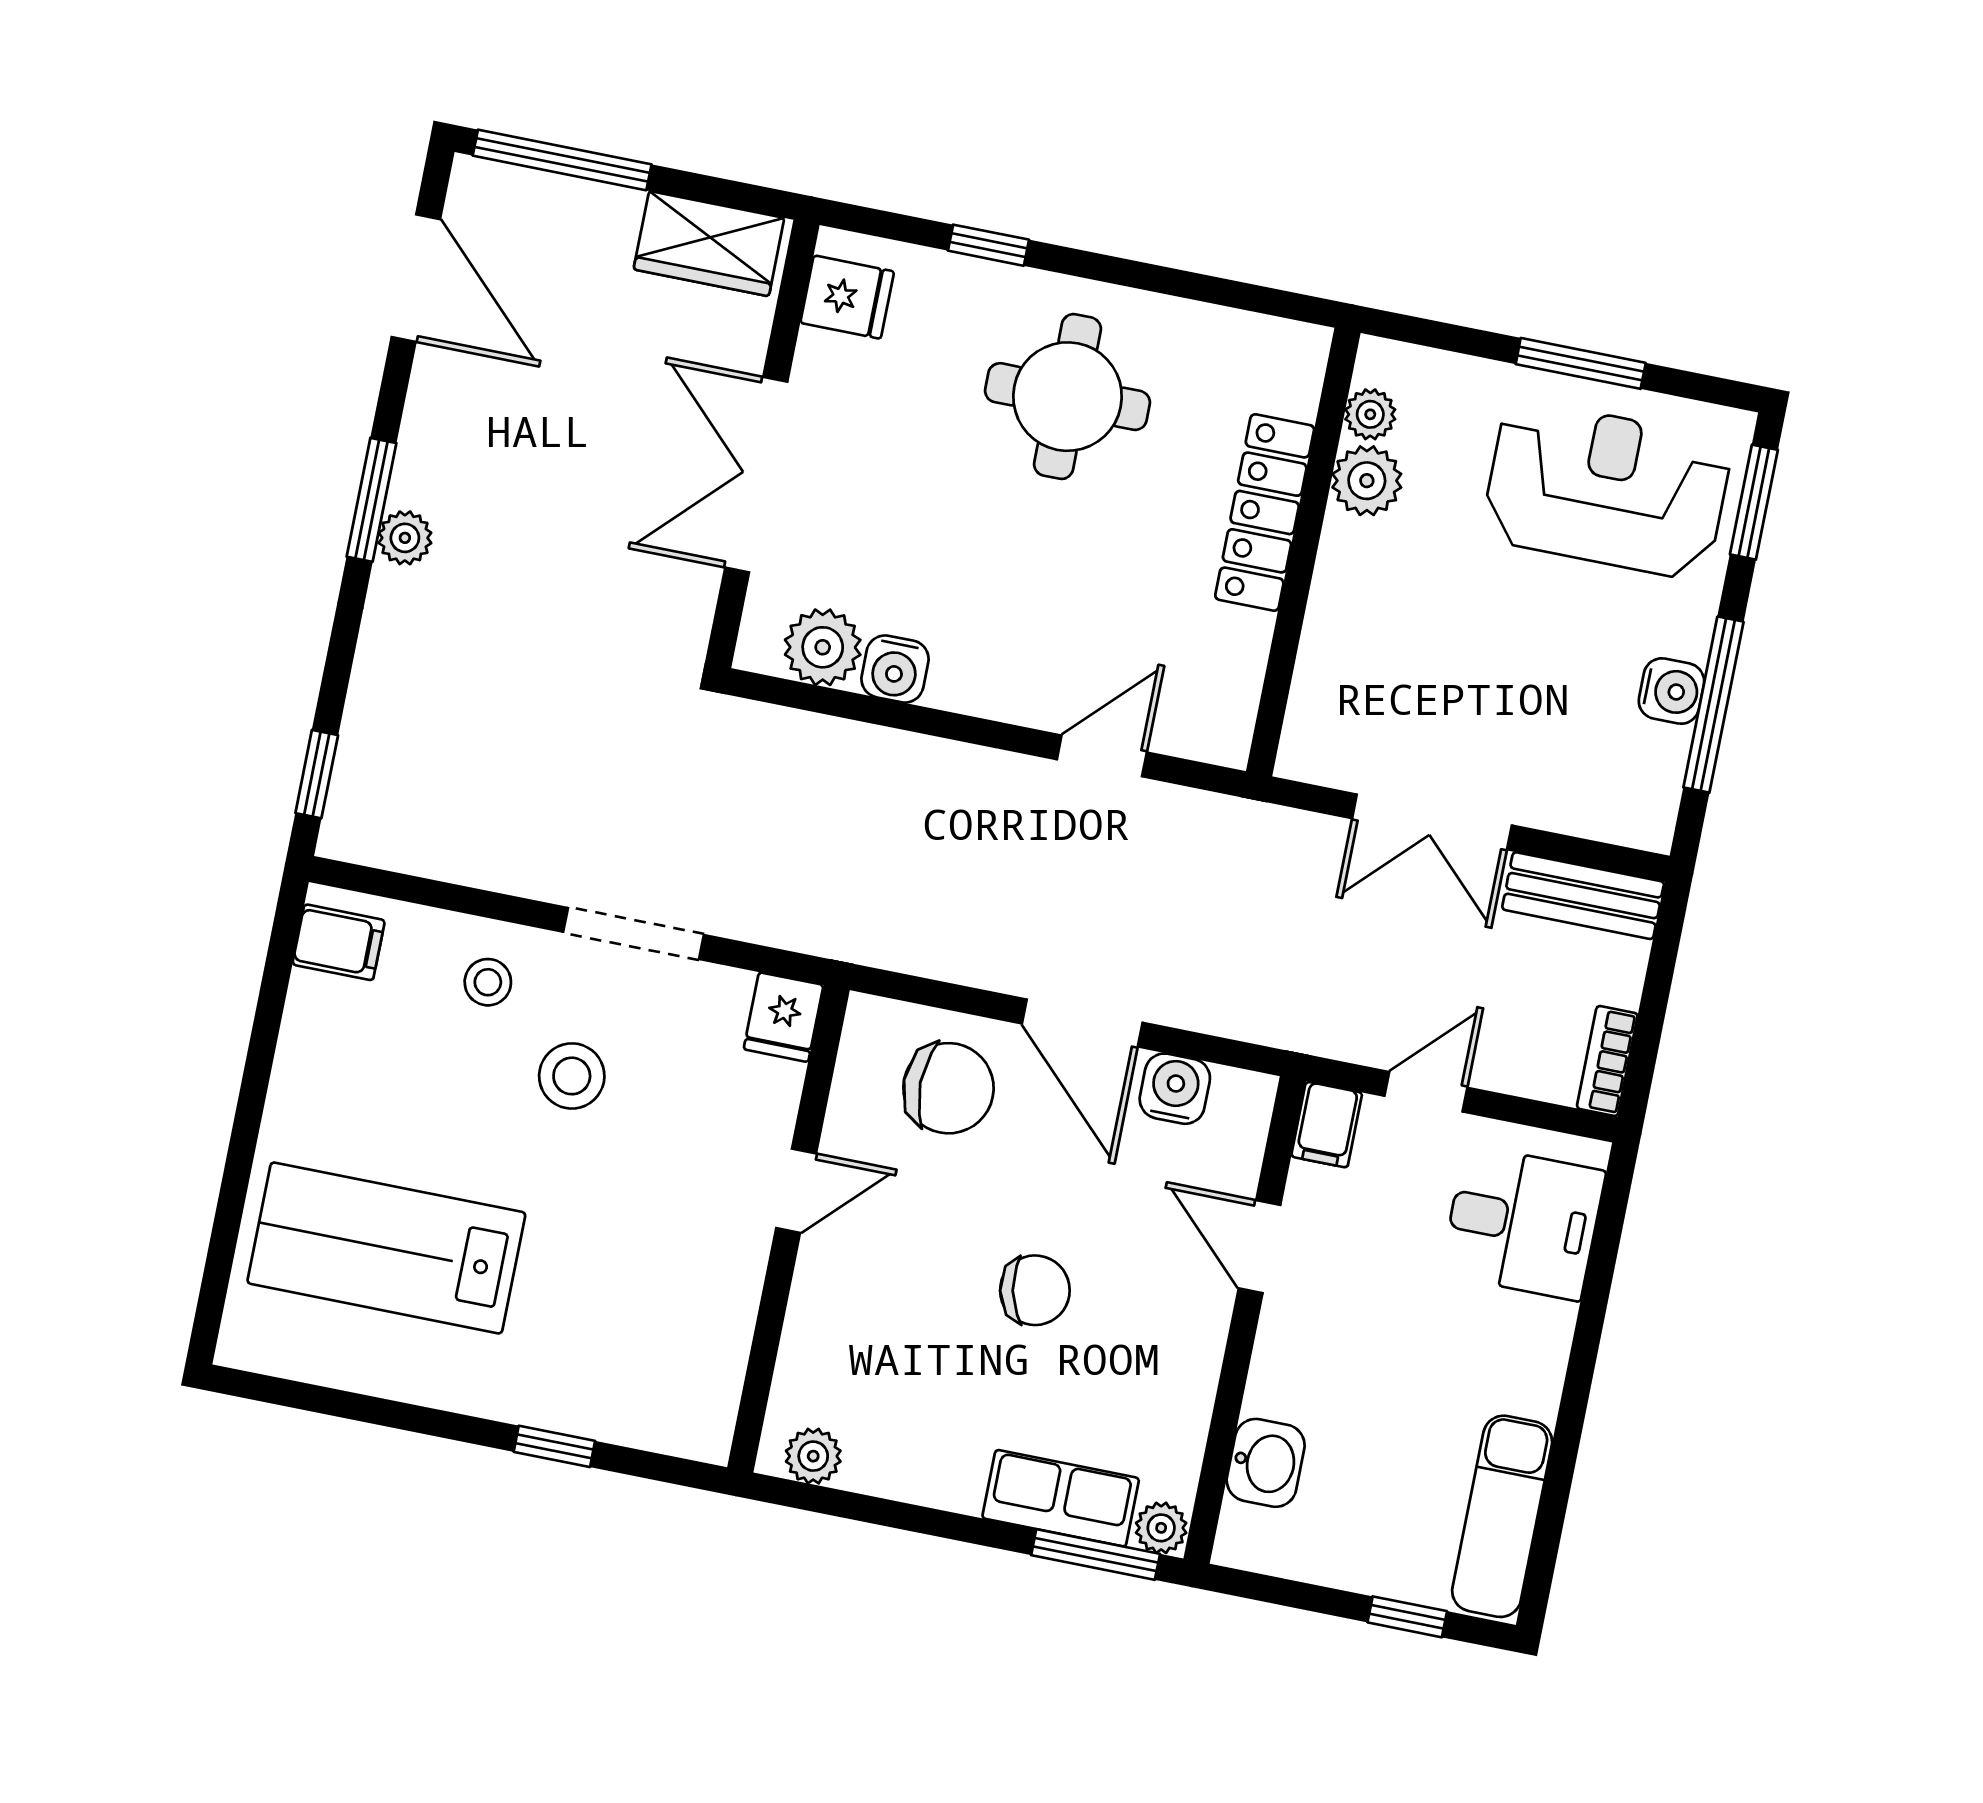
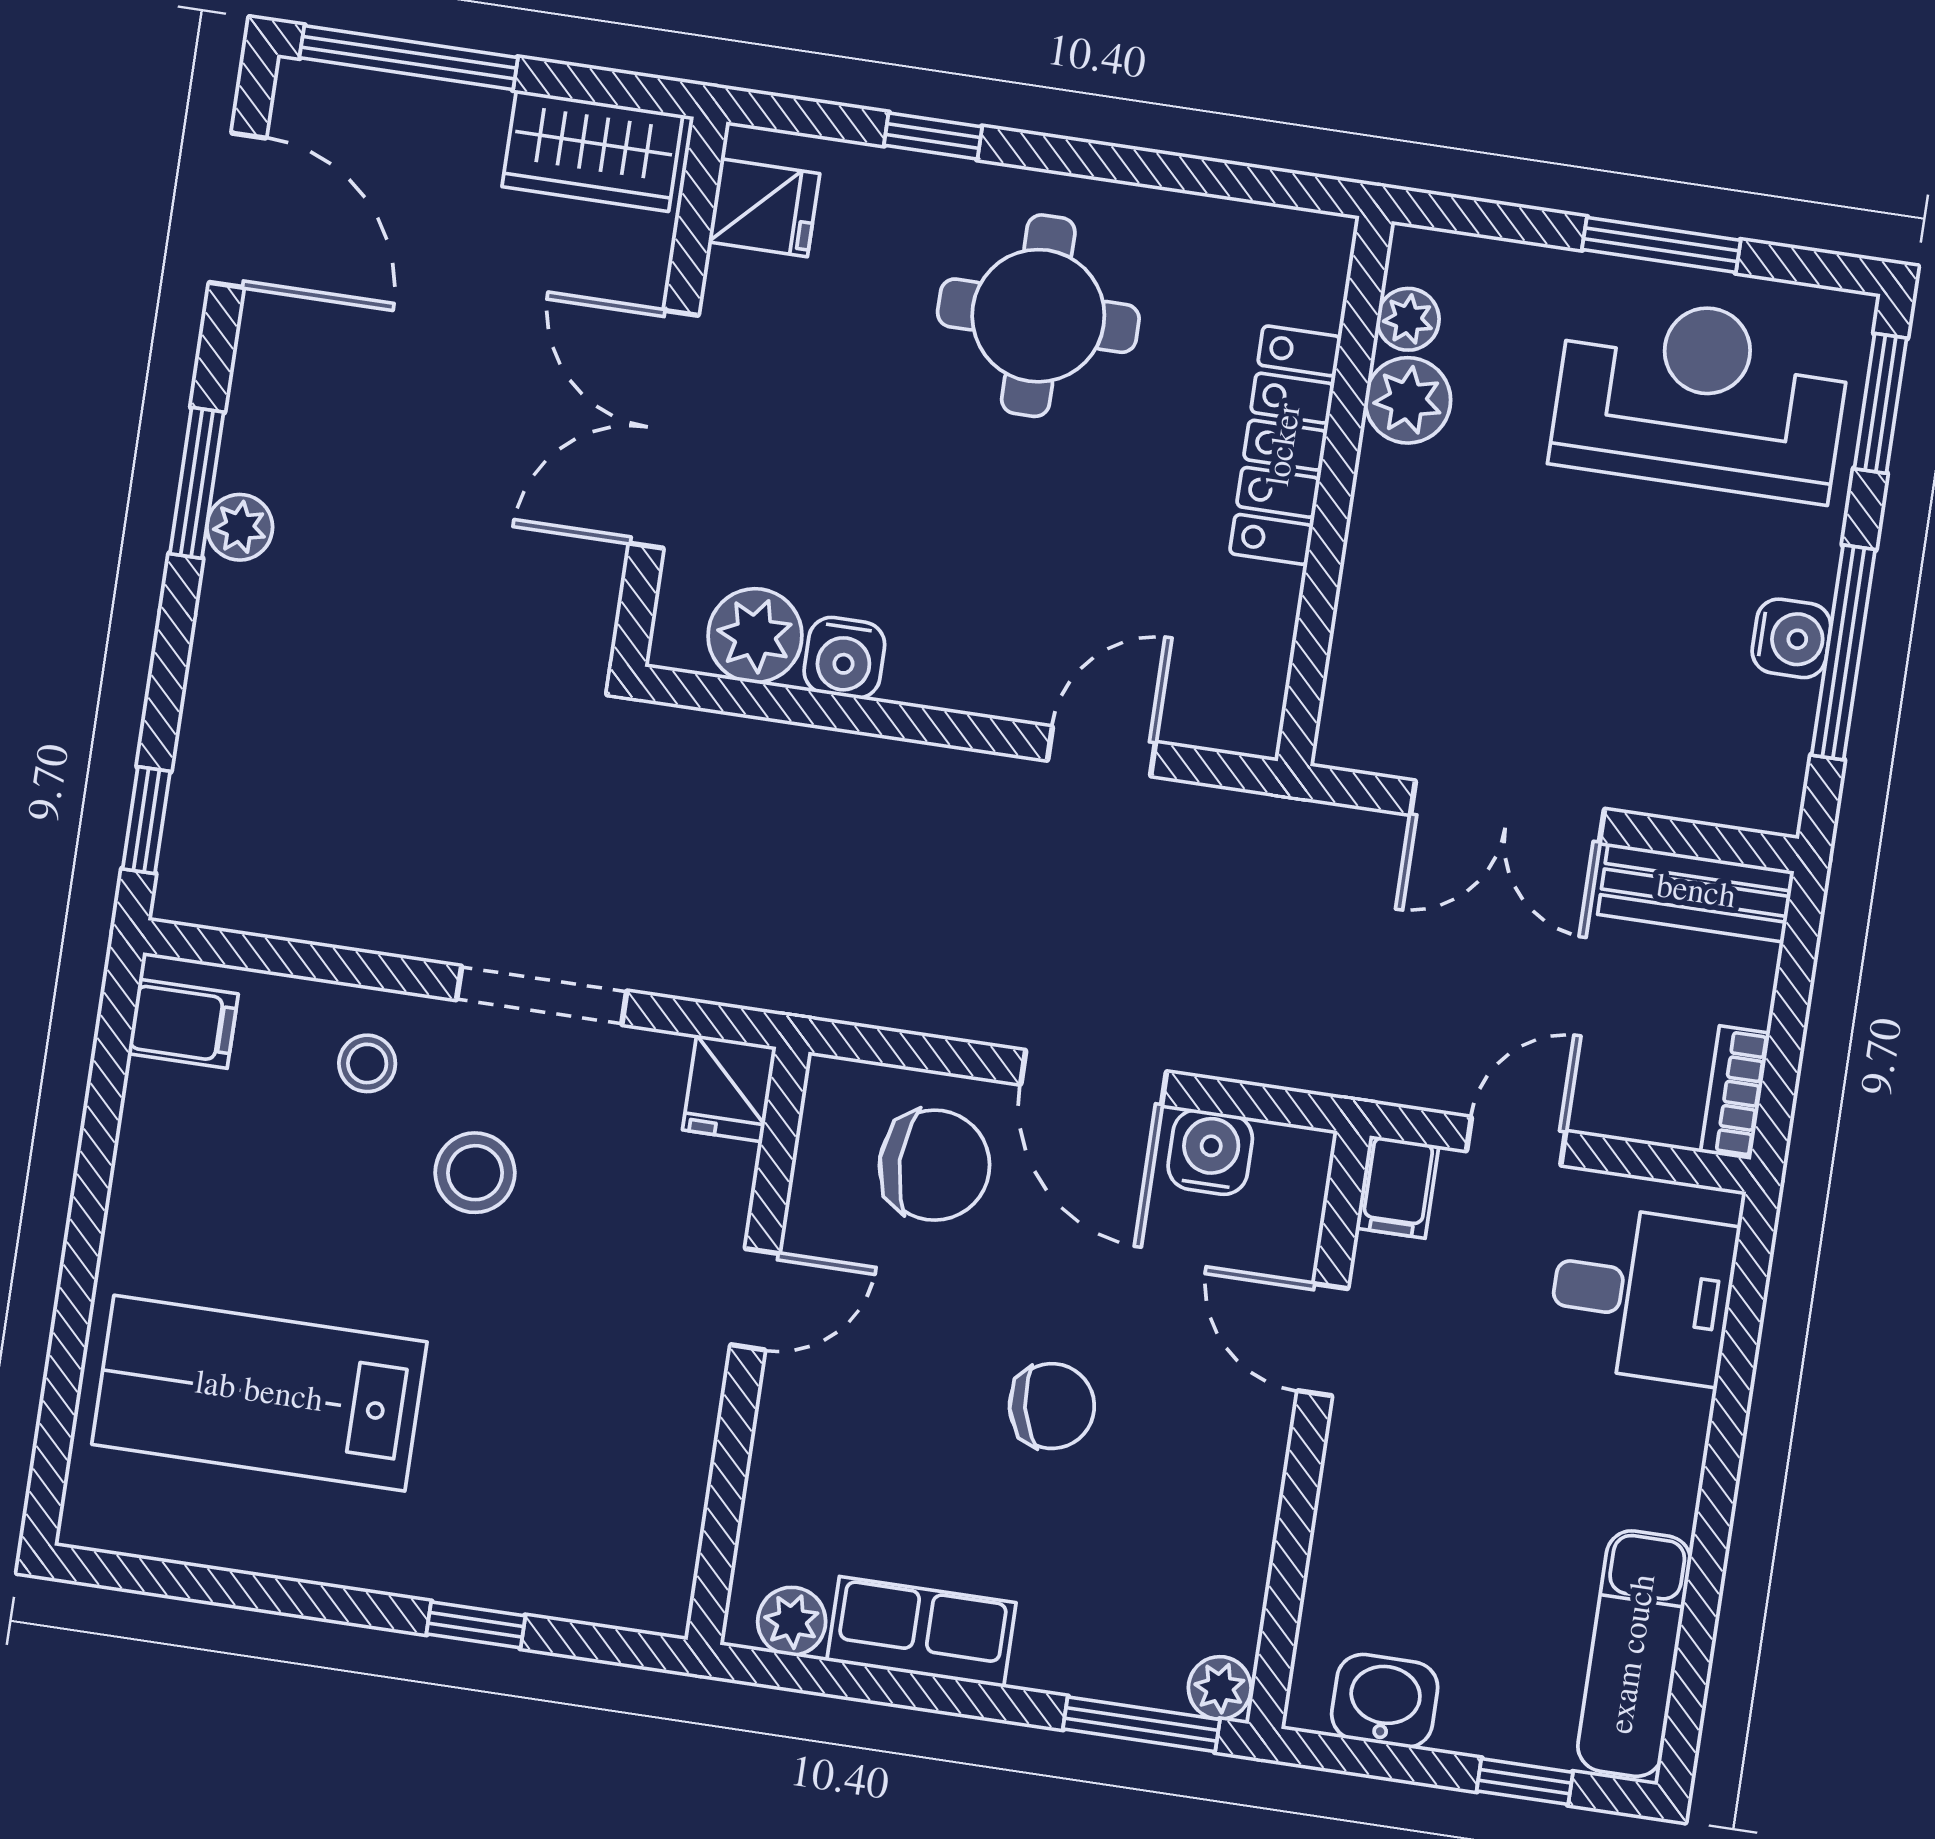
washbasin: (1266, 1463) -> (1385, 1701), moved, turned -90
row of seats: (1061, 1498) -> (921, 1632), moved

